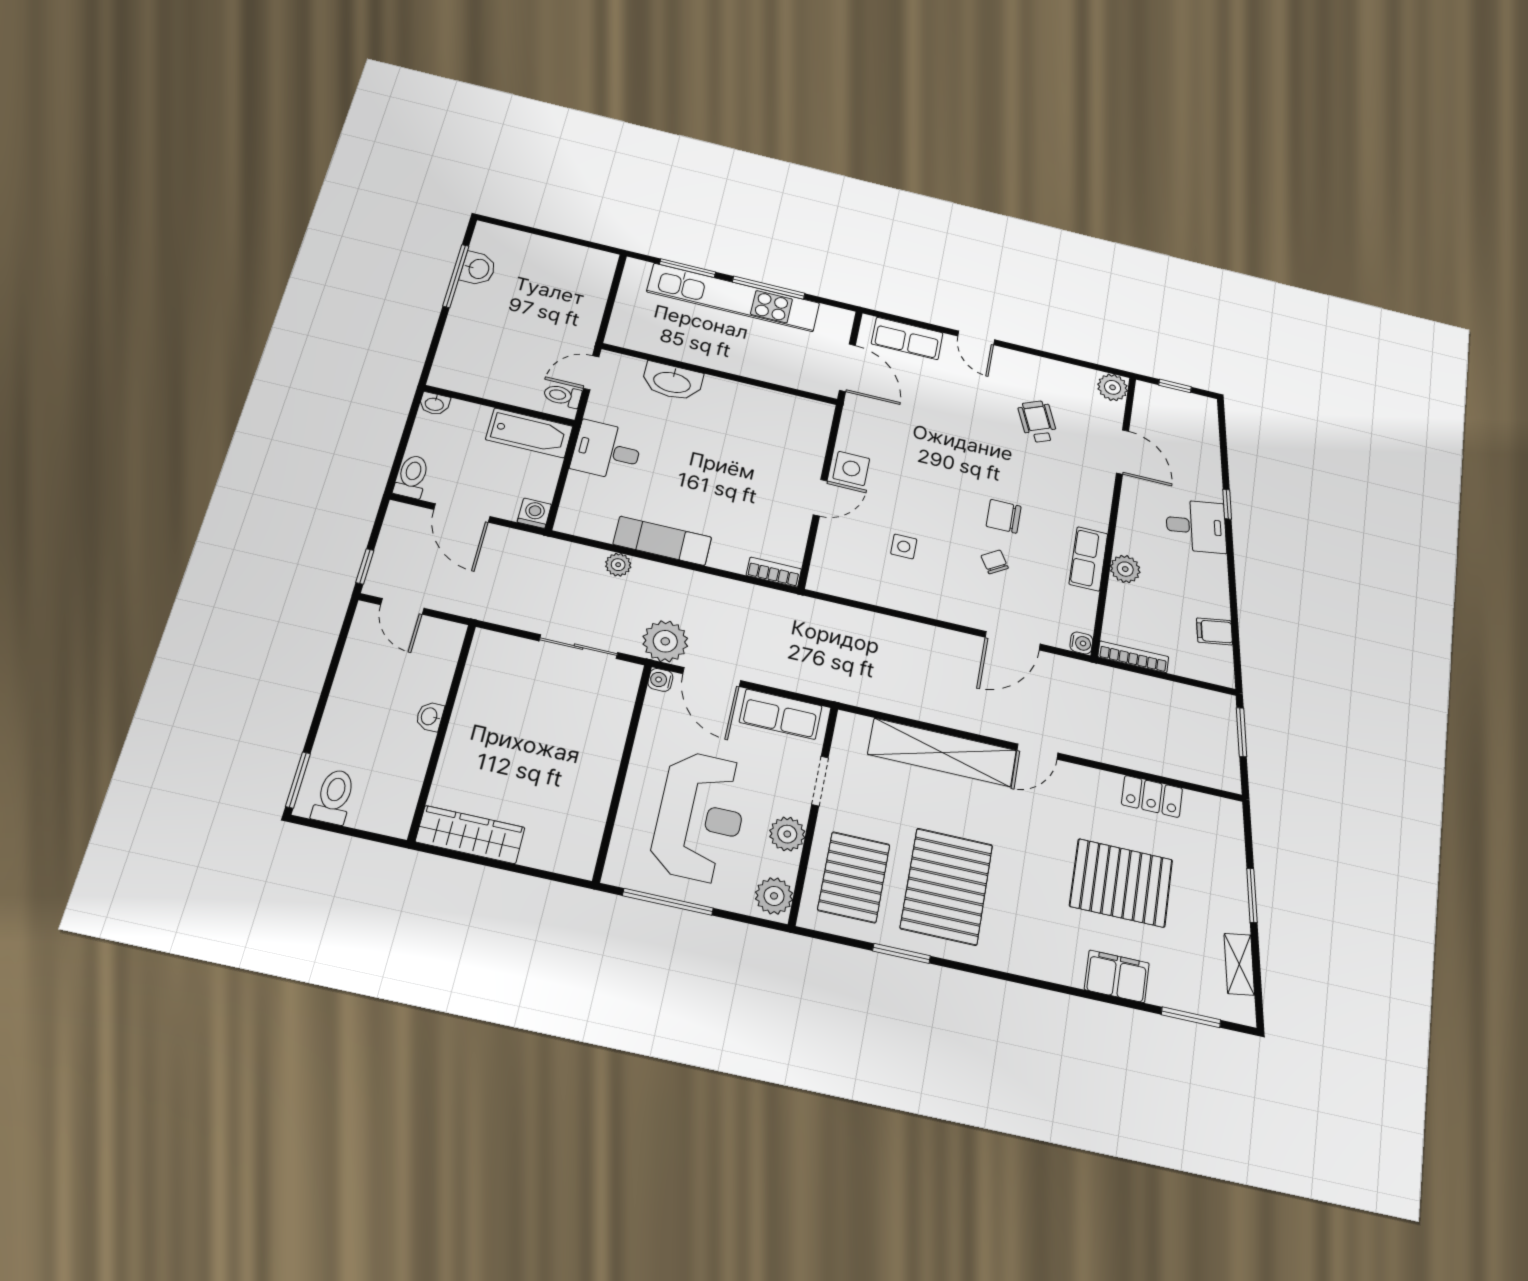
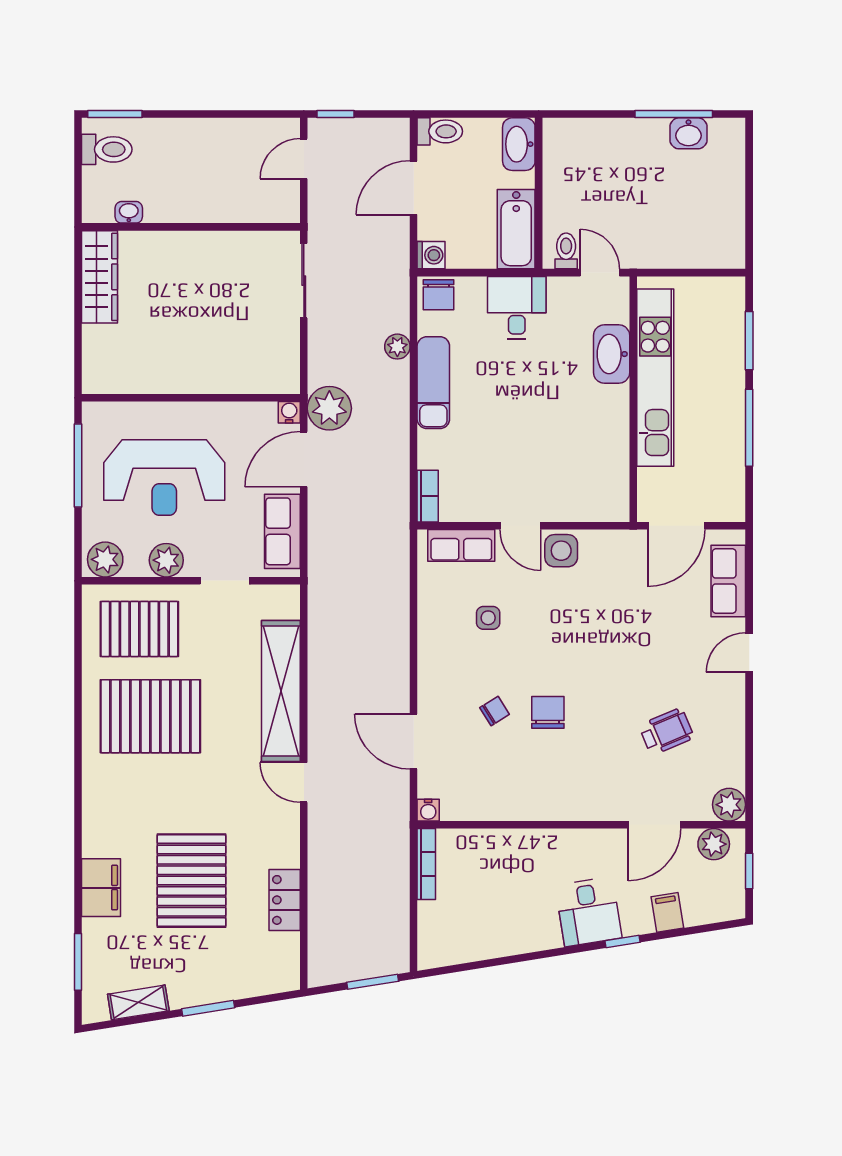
kitchen unit: (733, 297) -> (655, 378), moved, turned 180
washbasin: (434, 404) -> (519, 144), width x1.91, depth x1.45
chair: (576, 516) -> (439, 295), added
row of seats: (1088, 559) -> (461, 545), moved, turned 180
plant: (1125, 569) -> (714, 844), moved
filing cabinet: (1214, 631) -> (667, 912), moved
sliding door: (579, 647) -> (304, 281), moved
washbasin: (430, 716) -> (129, 212), moved
window: (901, 953) -> (78, 685), removed

